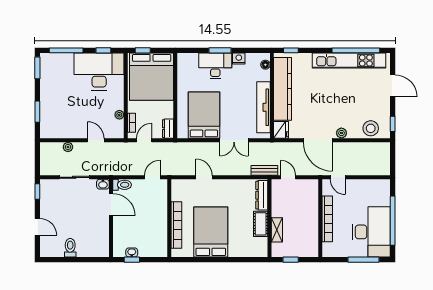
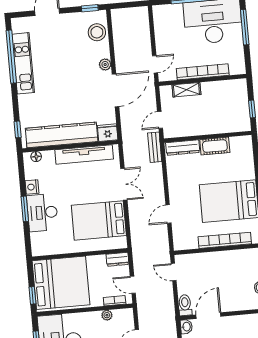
kitchen unit: (349, 60) -> (23, 63), width x0.73
shelving: (277, 230) -> (186, 90), moved

